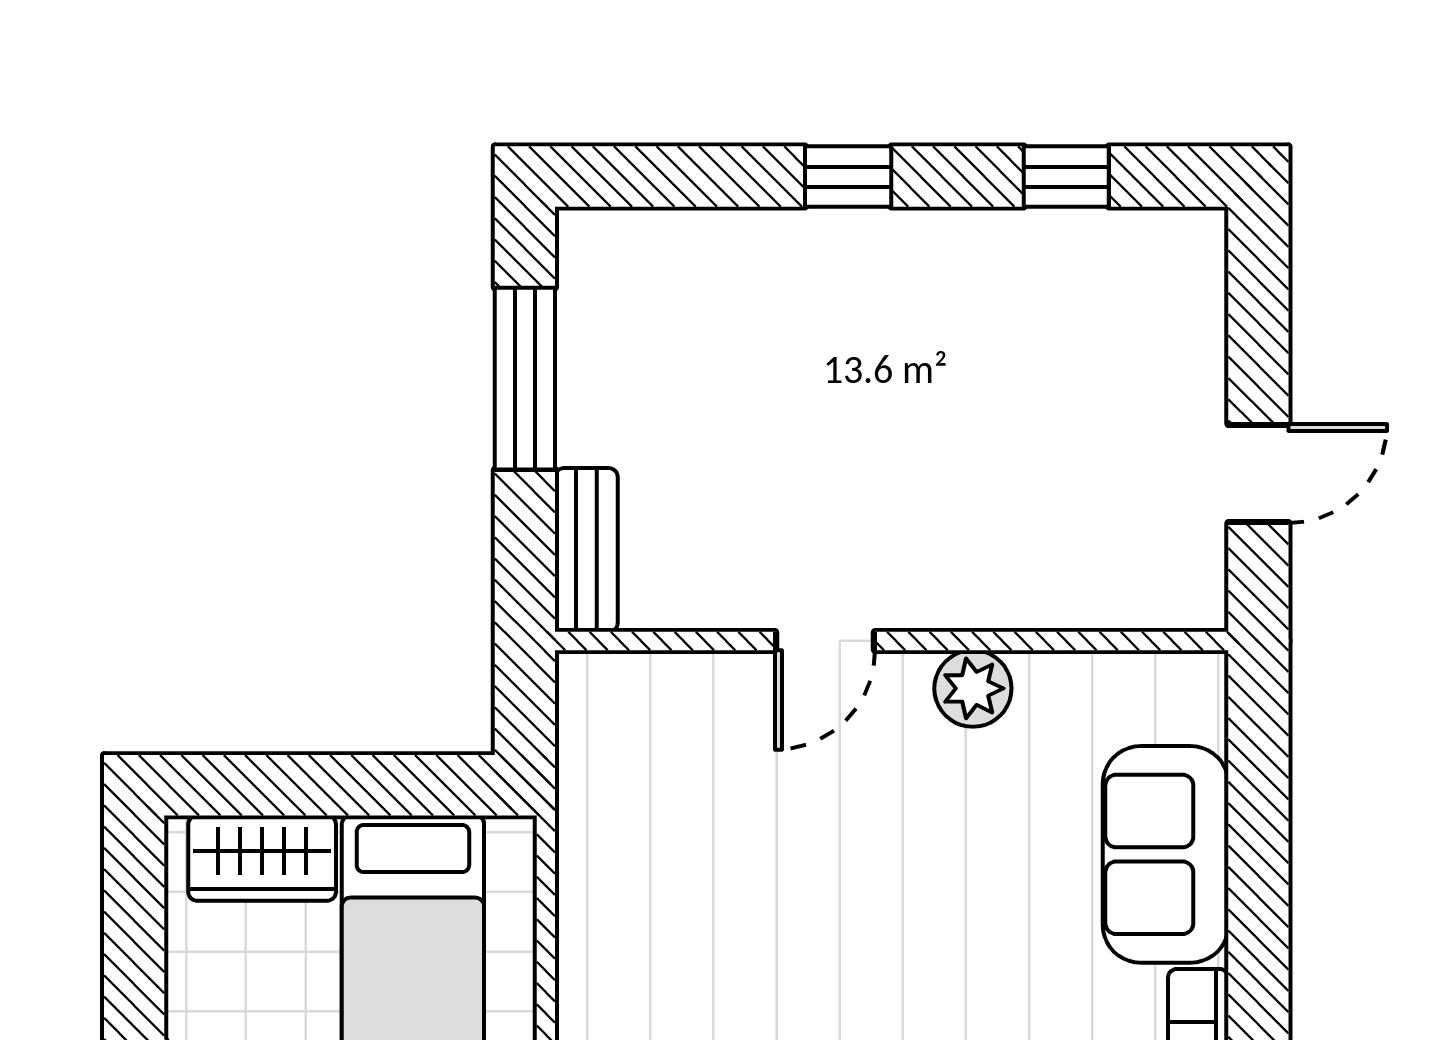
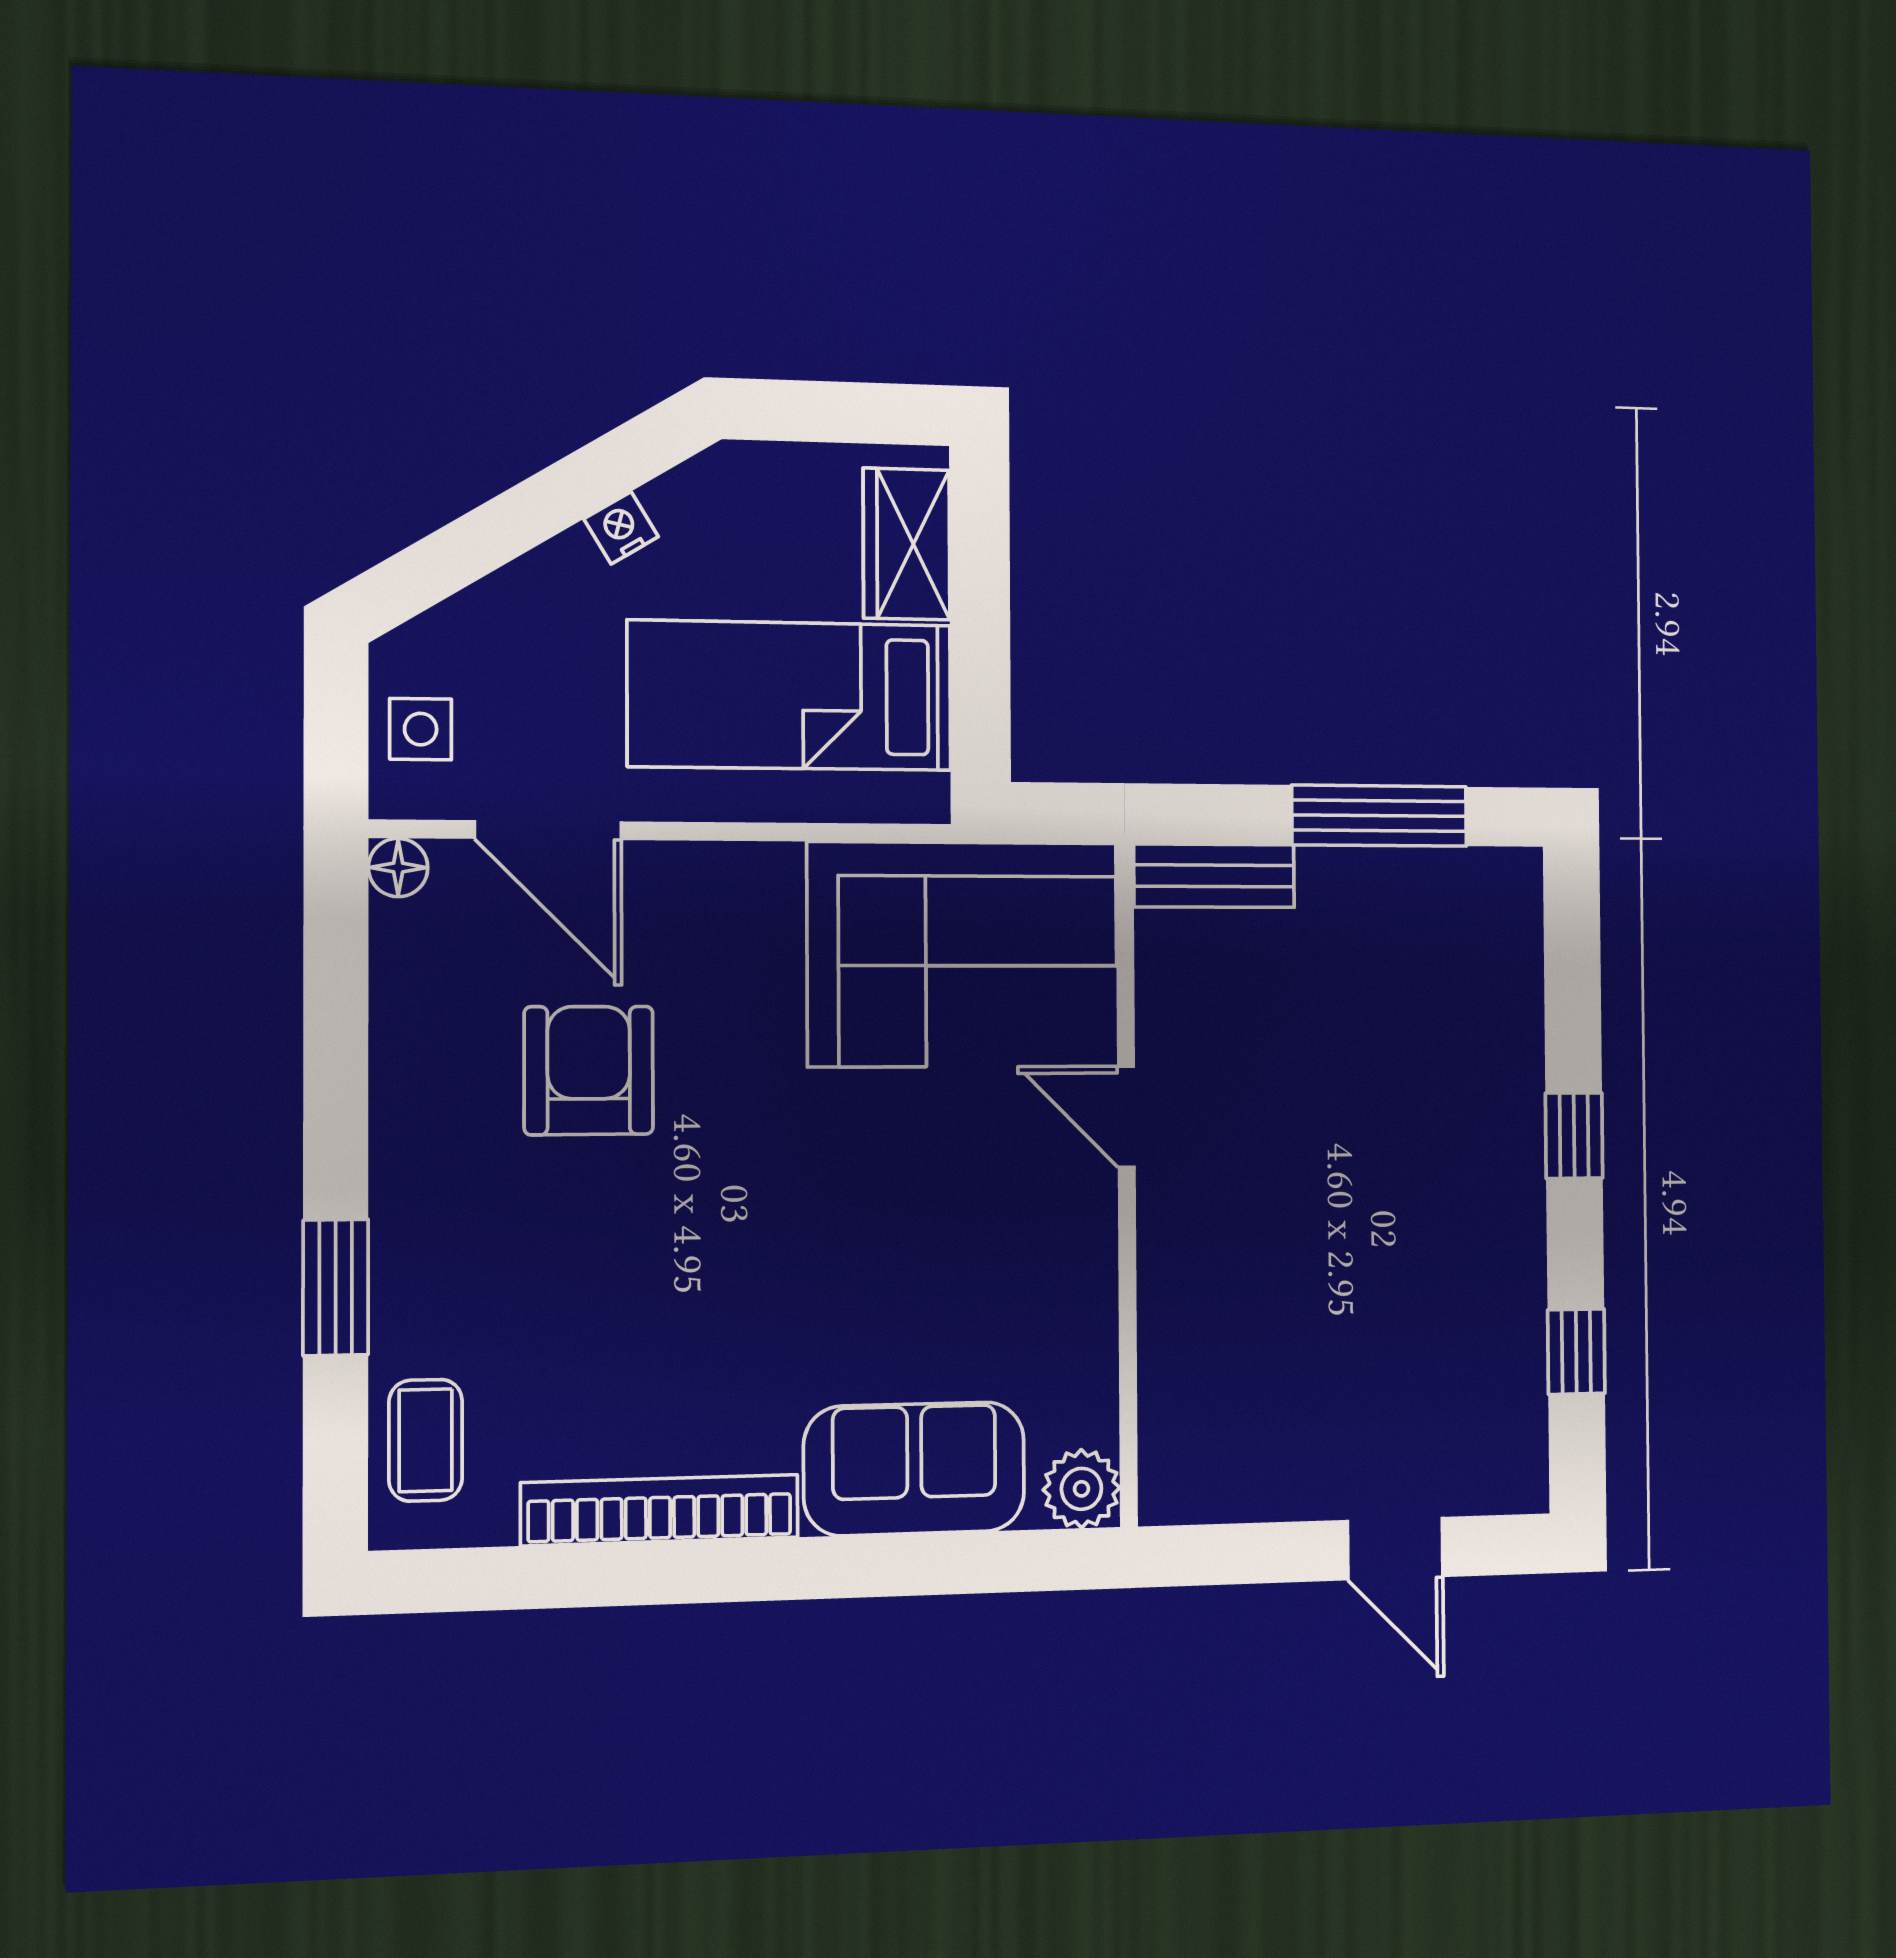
door: (1258, 474) -> (1395, 1548), moved
plant: (973, 688) -> (1081, 1489), moved
corner sofa: (665, 804) -> (963, 954), added

